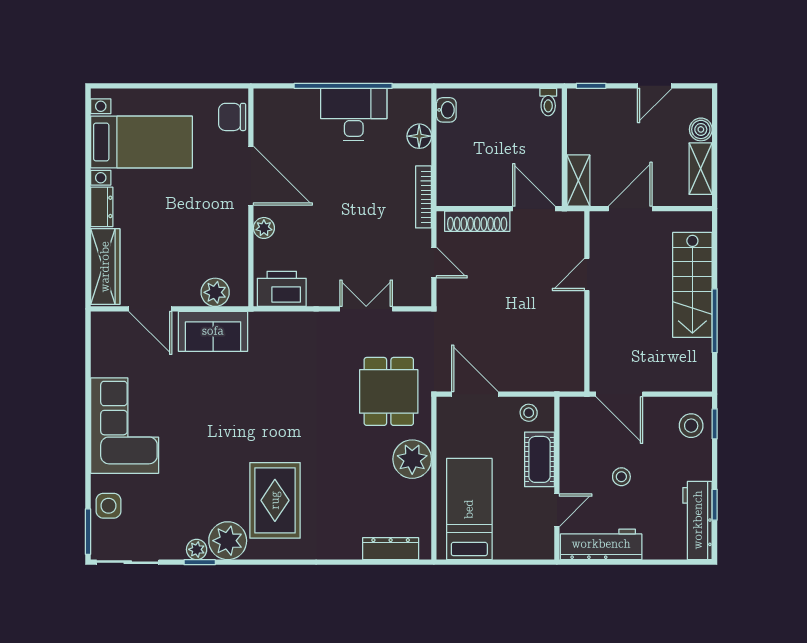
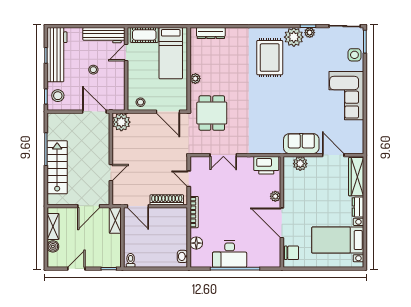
plant: (566, 374) -> (121, 122), added
plant: (412, 459) -> (195, 79), width x0.53, depth x0.53
cot: (539, 459) -> (144, 35), moved, turned 90
workbench: (698, 520) -> (57, 55), width x1.36, depth x1.32

